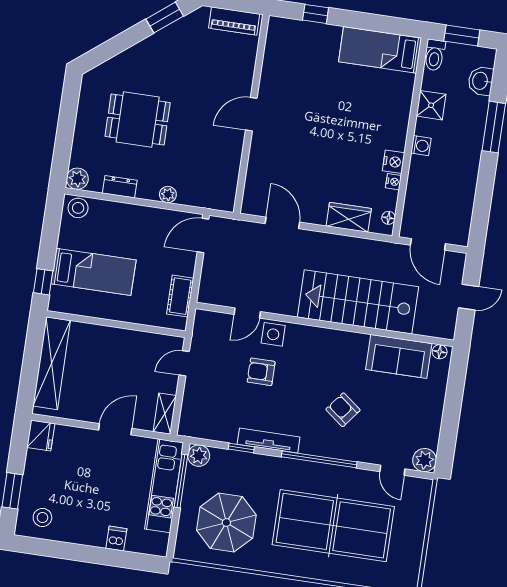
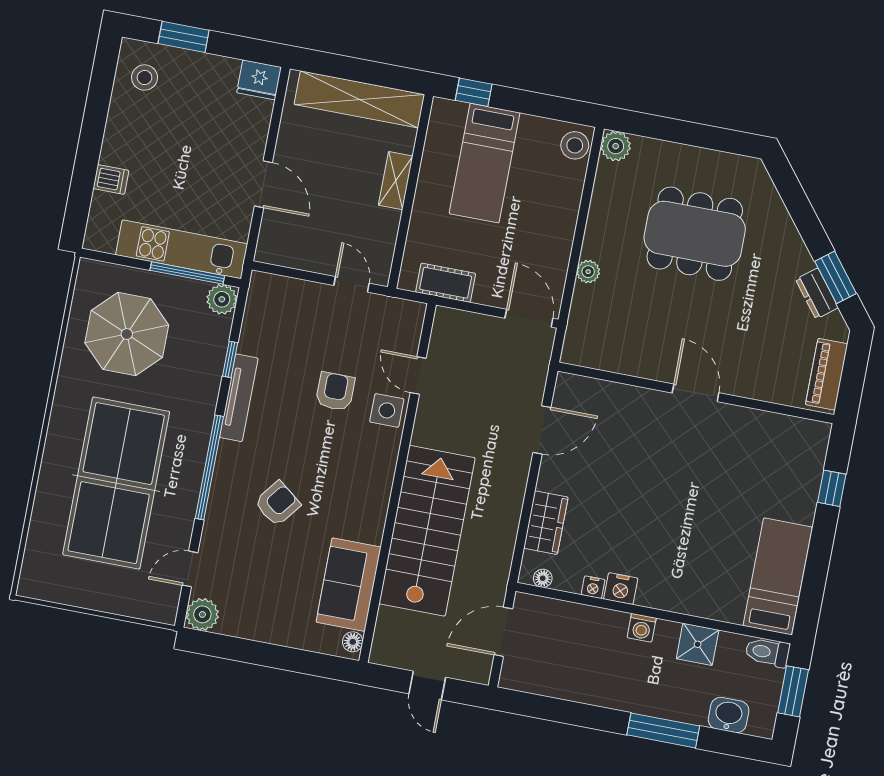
dining table: (138, 120) -> (695, 234), width x1.38
dresser: (120, 187) -> (817, 293), moved, turned 142
shelving: (165, 414) -> (396, 181), moved, turned 90

